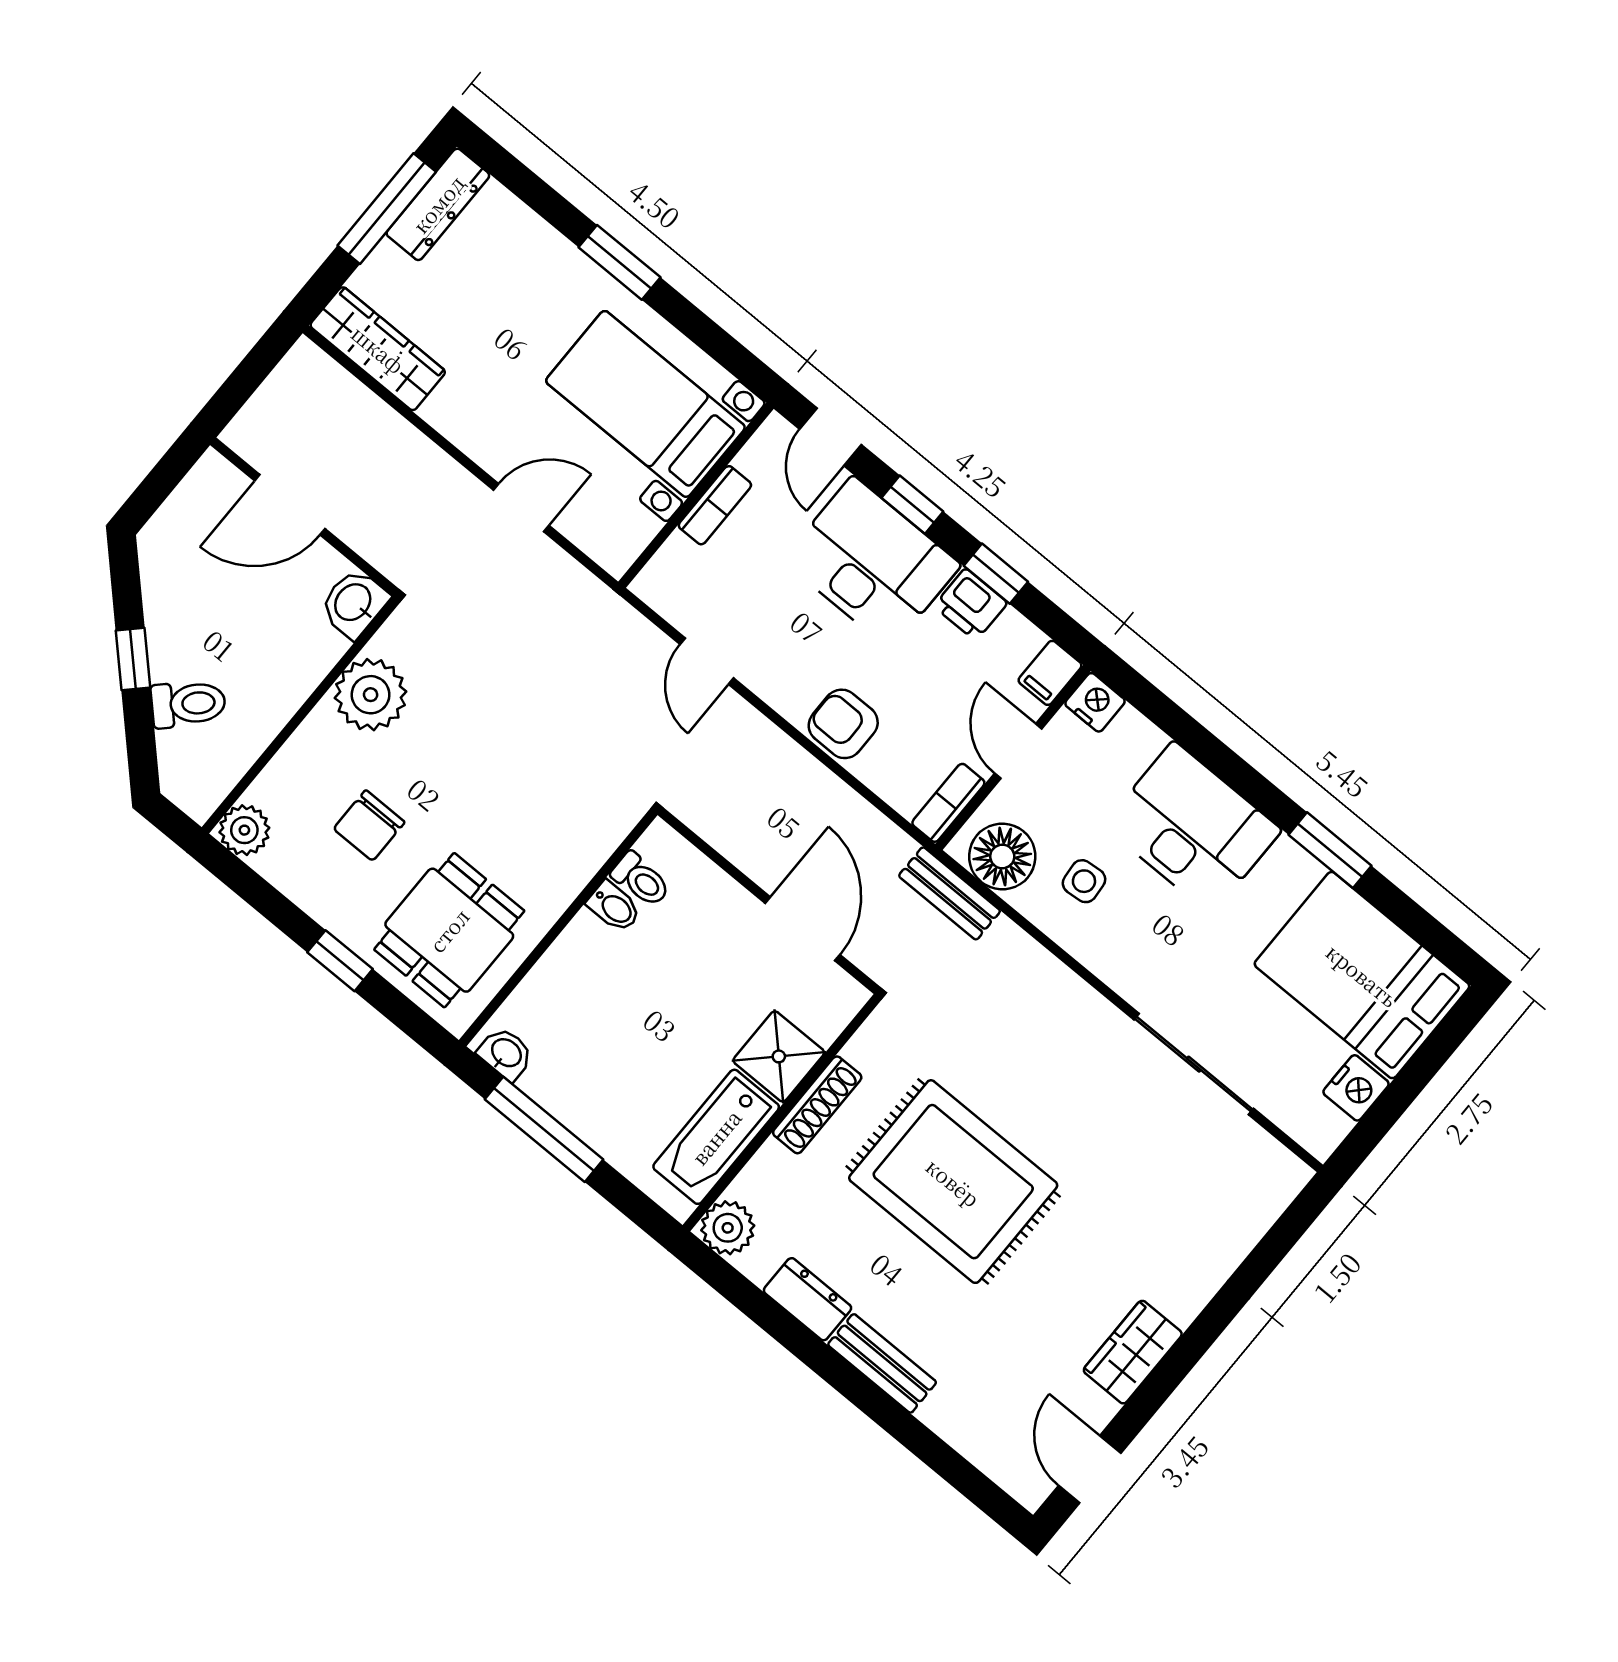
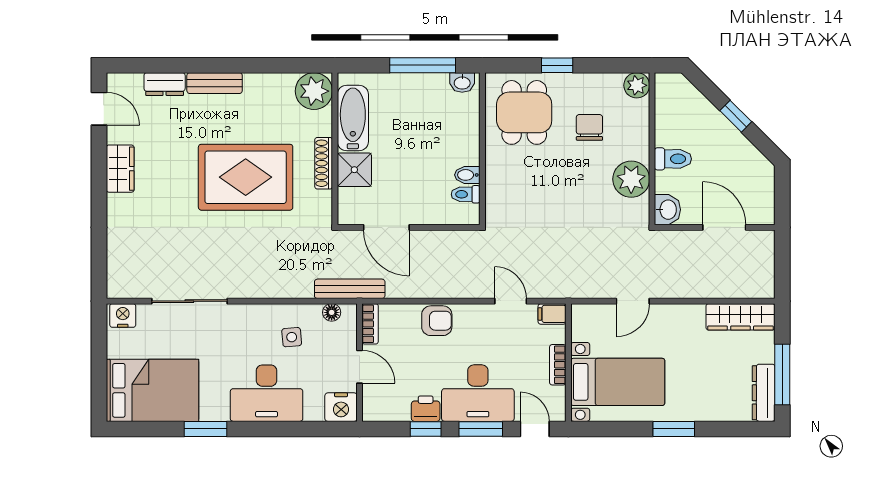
door: (290, 505) -> (724, 227), hinge flipped
window: (912, 505) -> (481, 429), width x1.50
filing cabinet: (1050, 673) -> (552, 314), moved, turned -90
nightstand: (1095, 702) -> (341, 407), width x1.36, depth x1.33
toilet: (188, 704) -> (673, 159), moved, turned -135
floor lamp: (1002, 857) -> (332, 312), width x0.53, depth x0.53
bench: (950, 893) -> (350, 289), width x1.36
nightstand: (1356, 1088) -> (123, 315), moved, turned 90
plant: (728, 1228) -> (314, 91), width x1.36, depth x1.36
dresser: (807, 1299) -> (165, 84), moved

